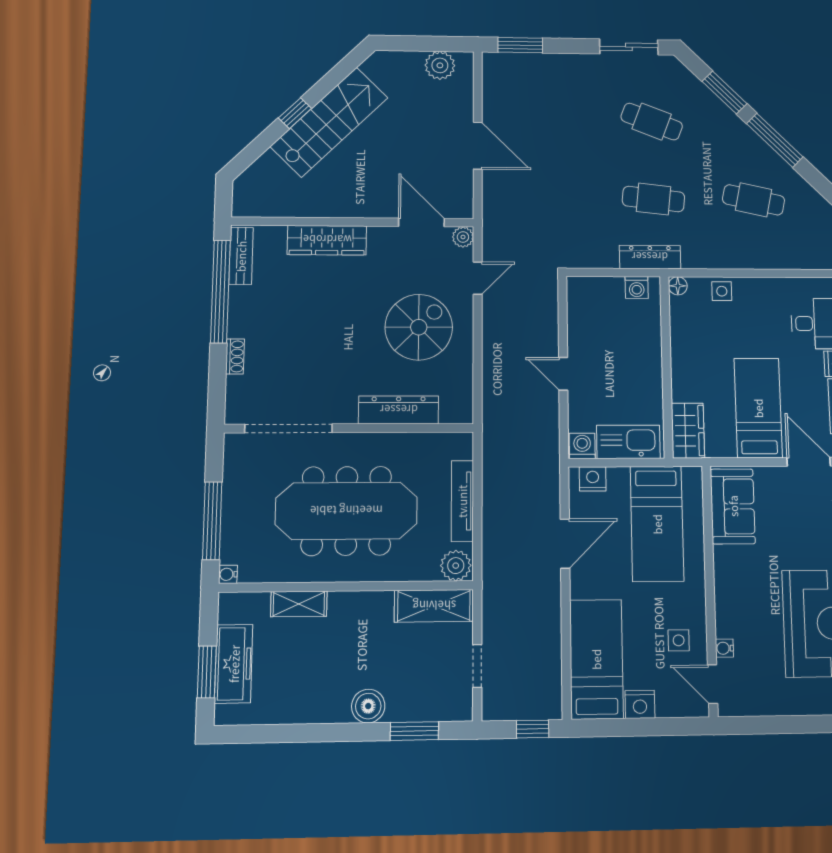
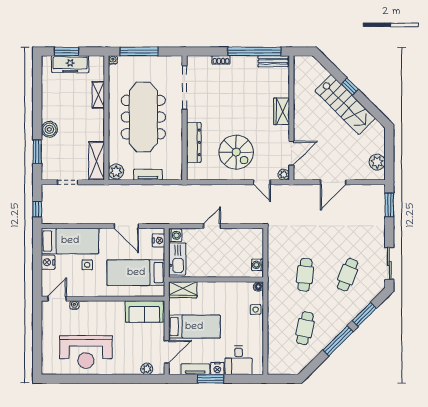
wardrobe: (327, 240) -> (282, 111), width x0.67
dresser: (650, 257) -> (274, 272), removed
tv unit: (462, 501) -> (148, 175), width x0.71
side table: (679, 640) -> (87, 265), moved

